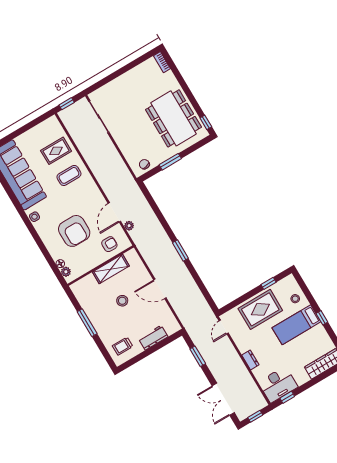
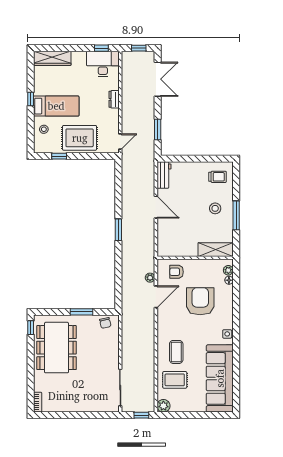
plant: (52, 123) -> (163, 406), added
coffee table: (69, 175) -> (176, 352), turned 90
shelving: (111, 269) -> (216, 250), moved
stool: (122, 301) -> (215, 208), moved
workbench: (153, 338) -> (164, 175), moved, turned -90

